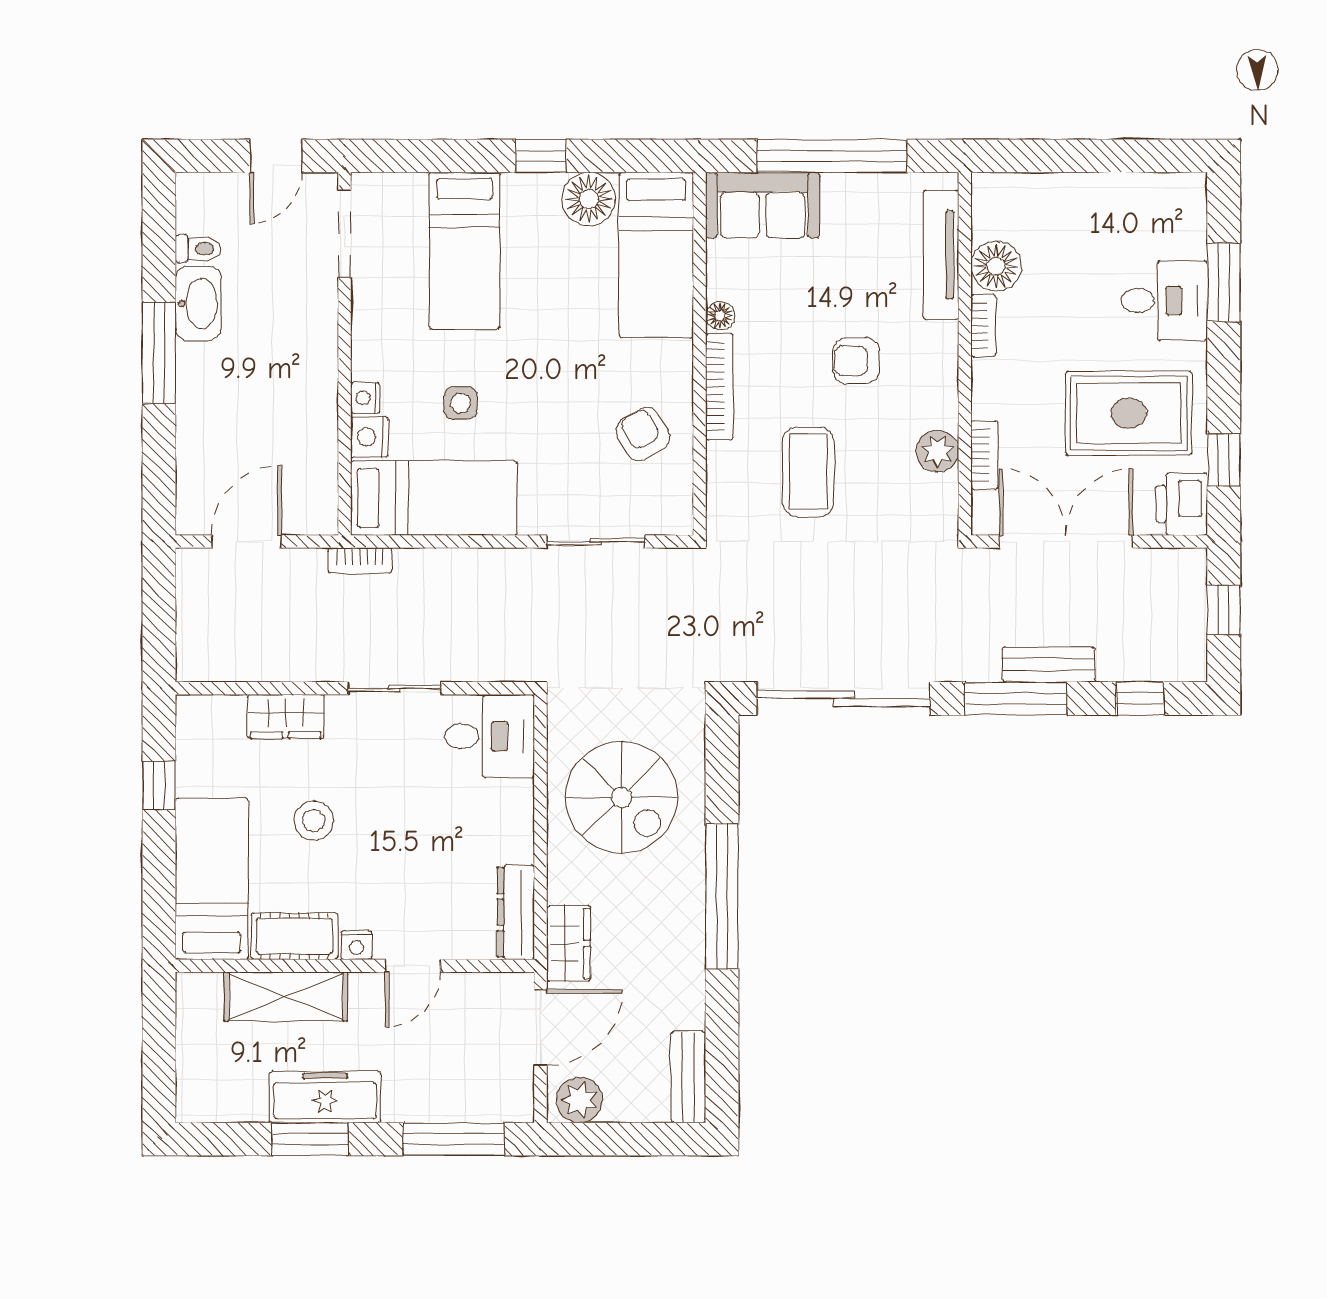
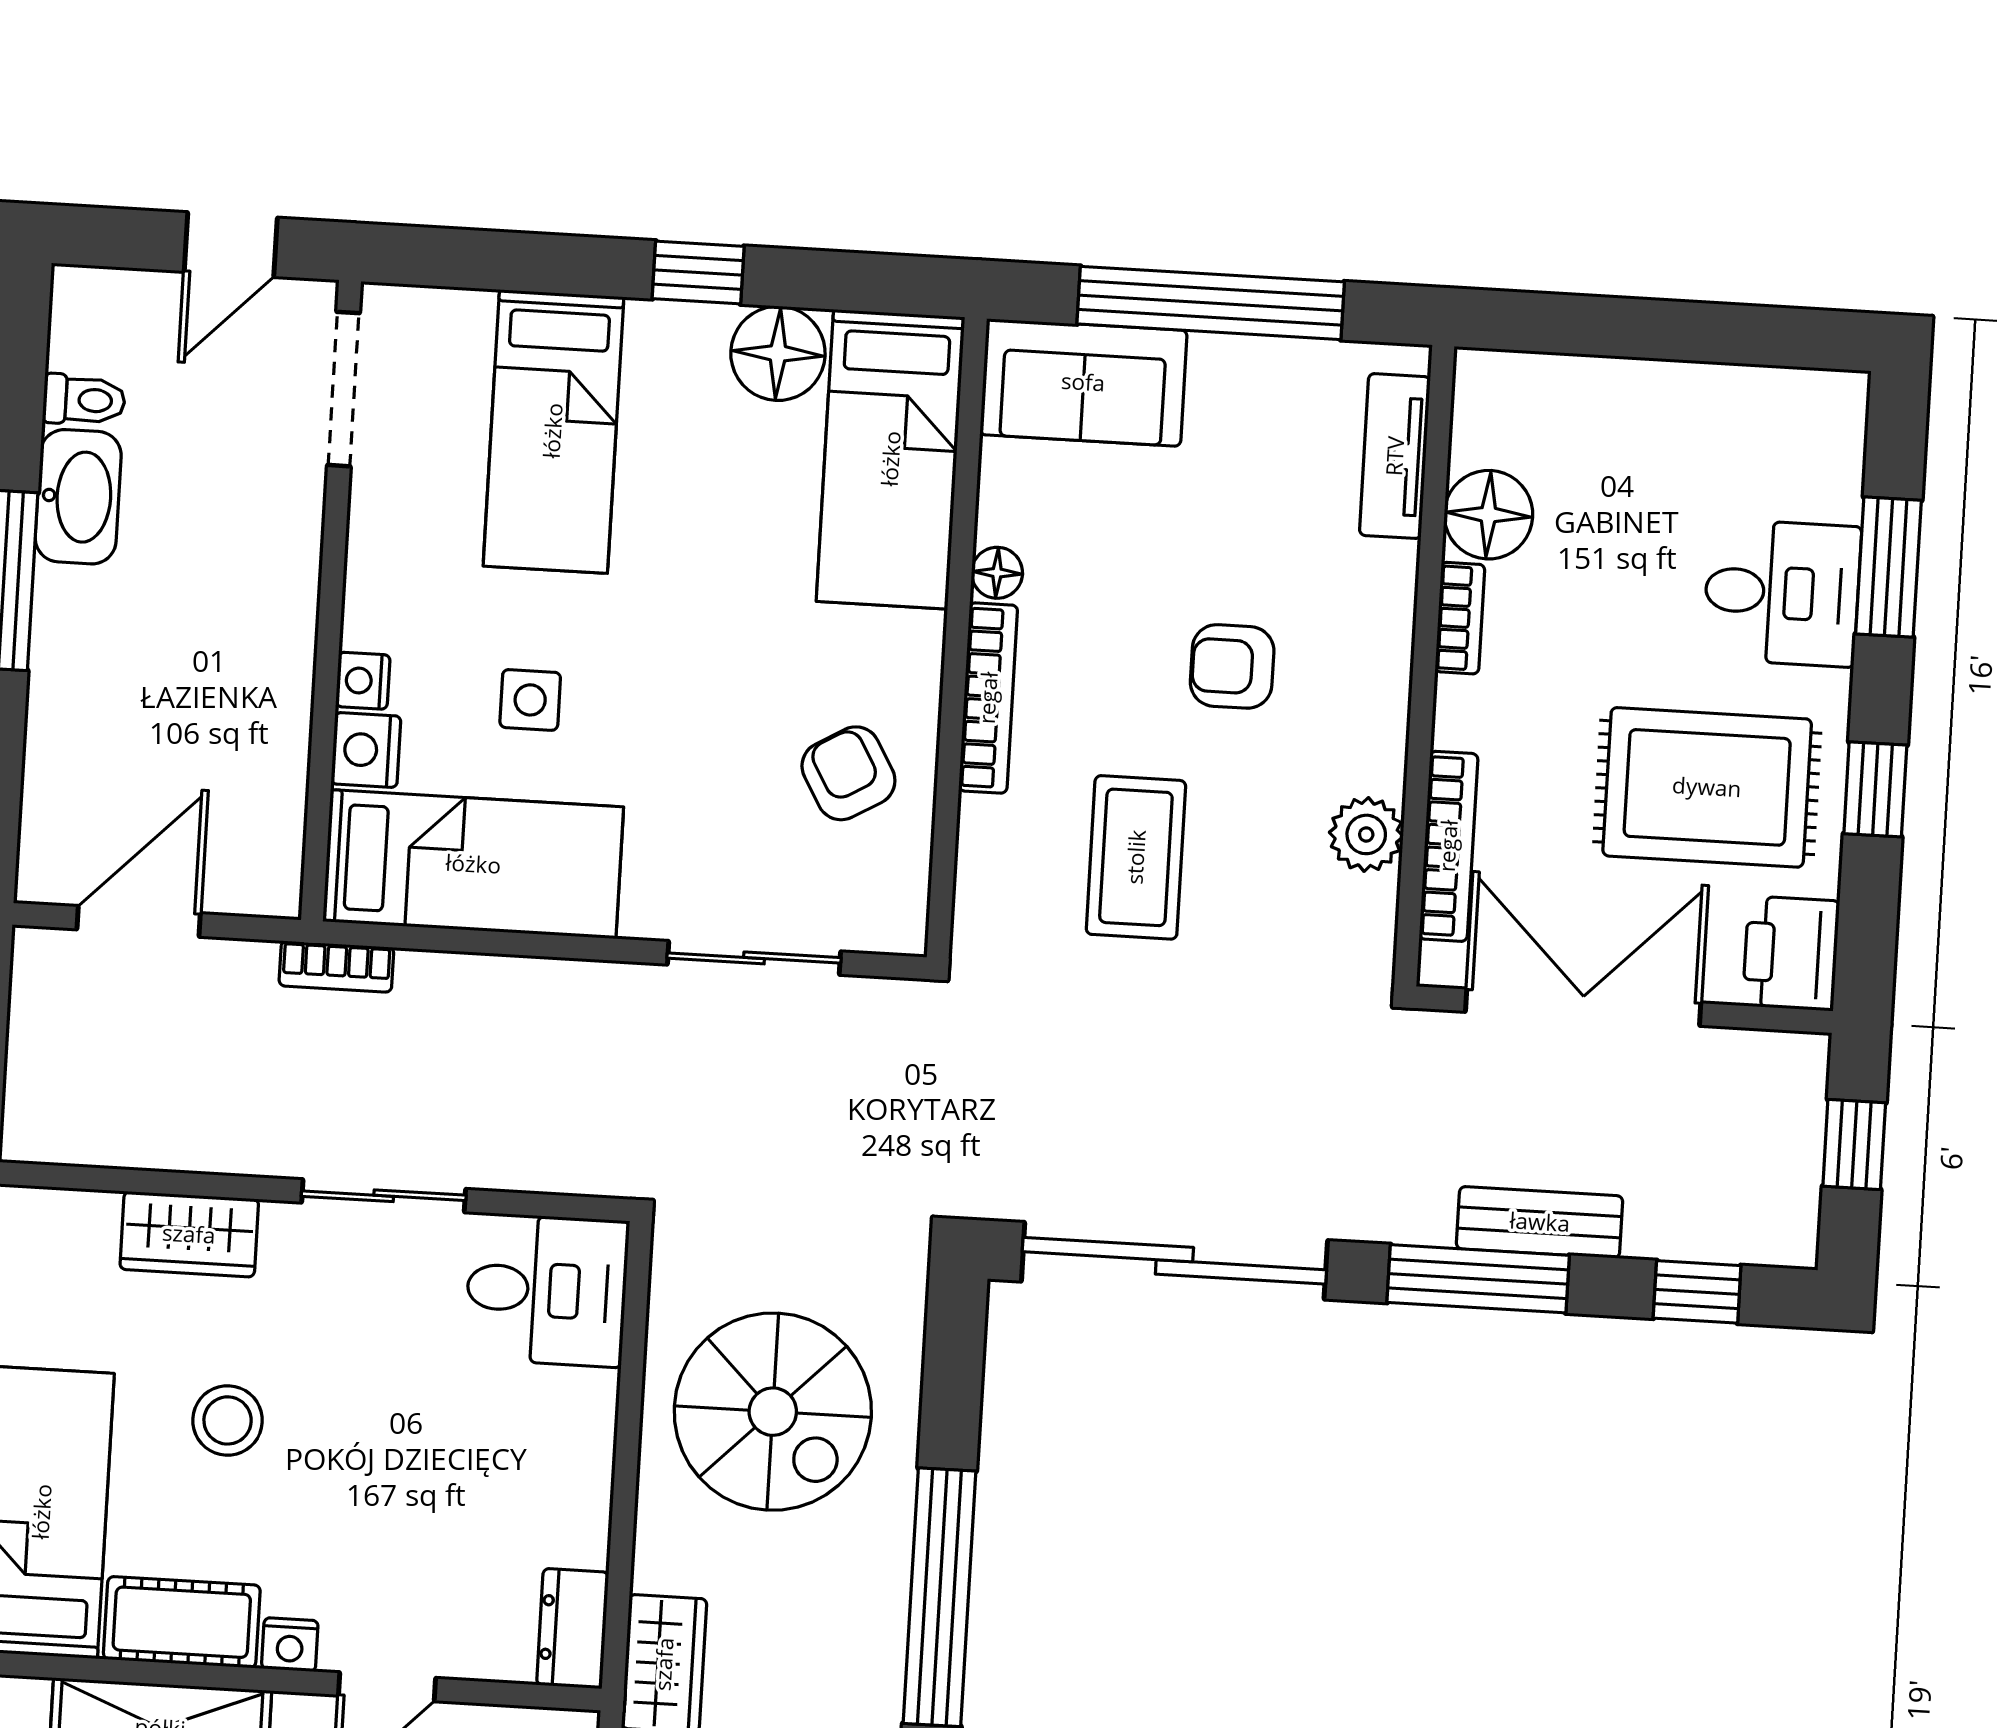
tv unit: (941, 255) -> (1395, 456), width x0.71
bookcase: (984, 455) -> (1448, 846), width x1.56
window: (1224, 460) -> (1875, 789), moved
dresser: (516, 912) -> (573, 1629), width x0.70

